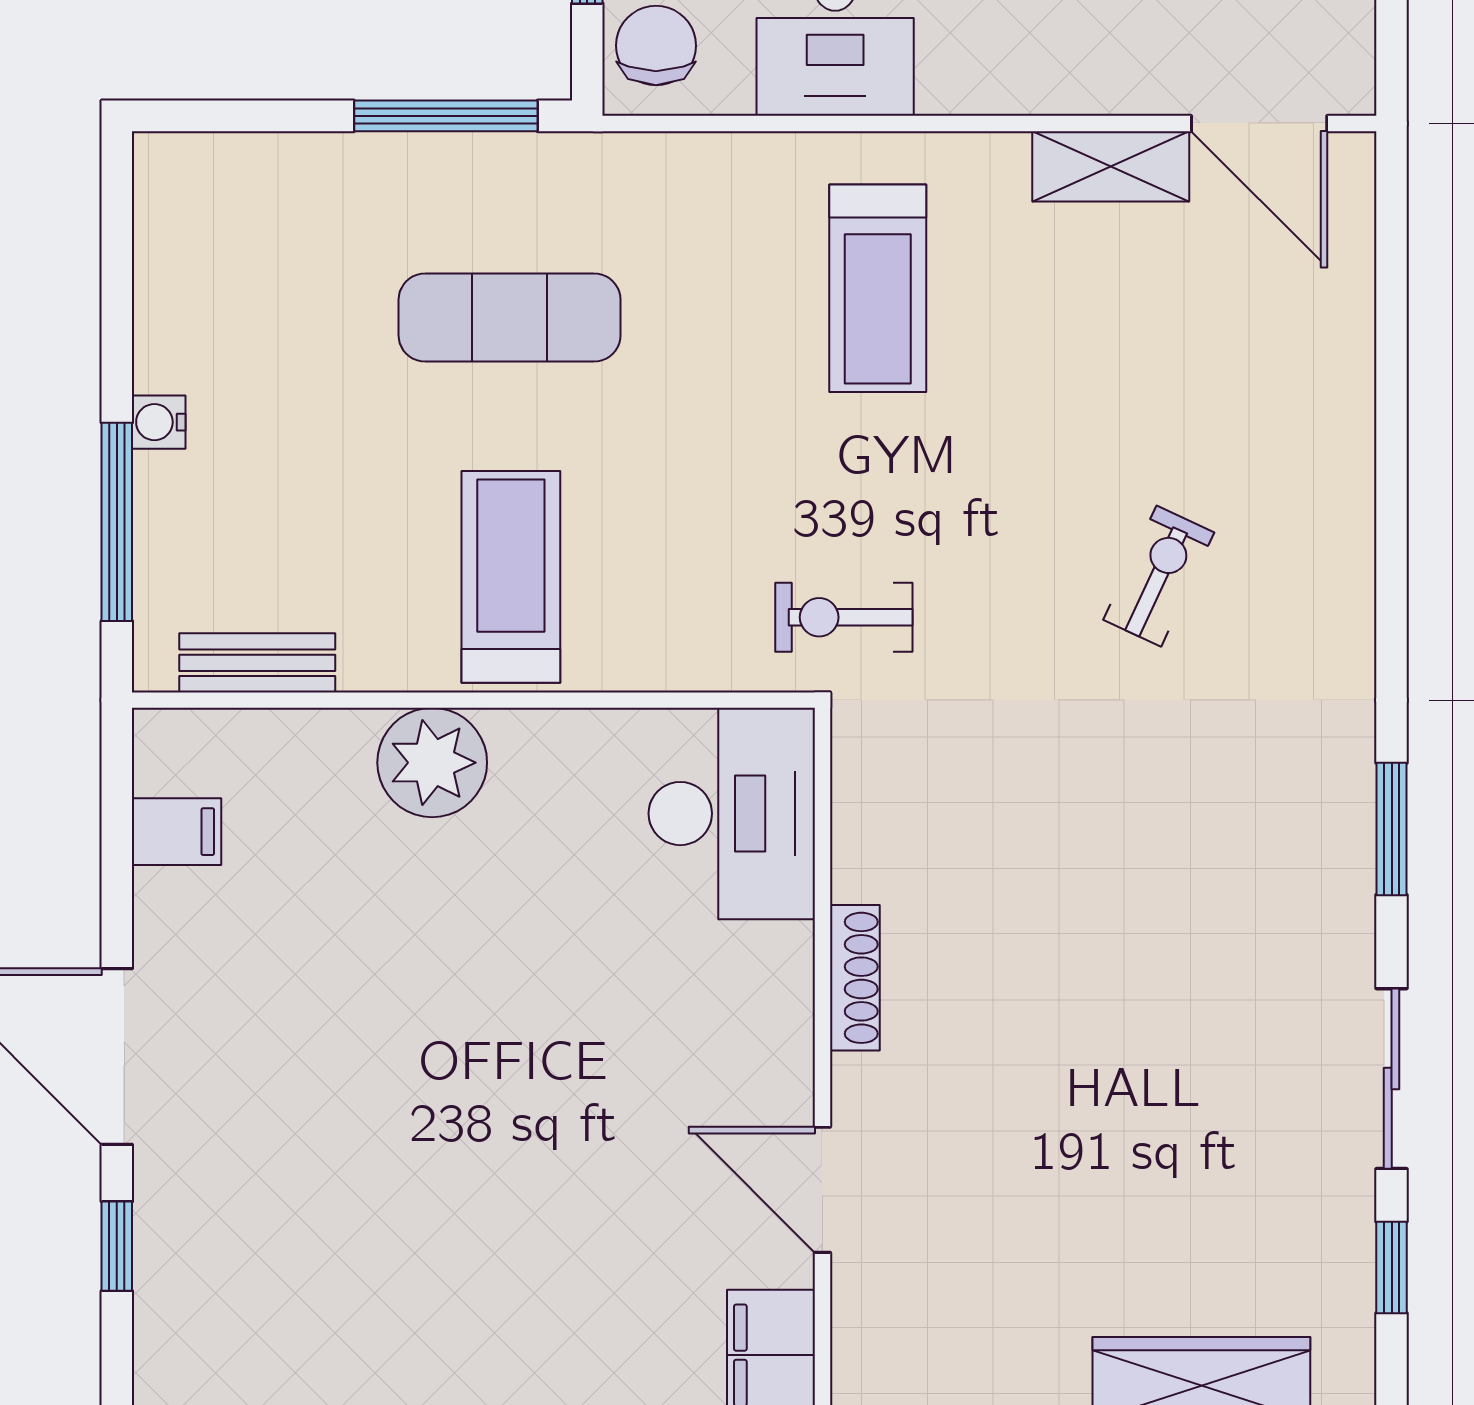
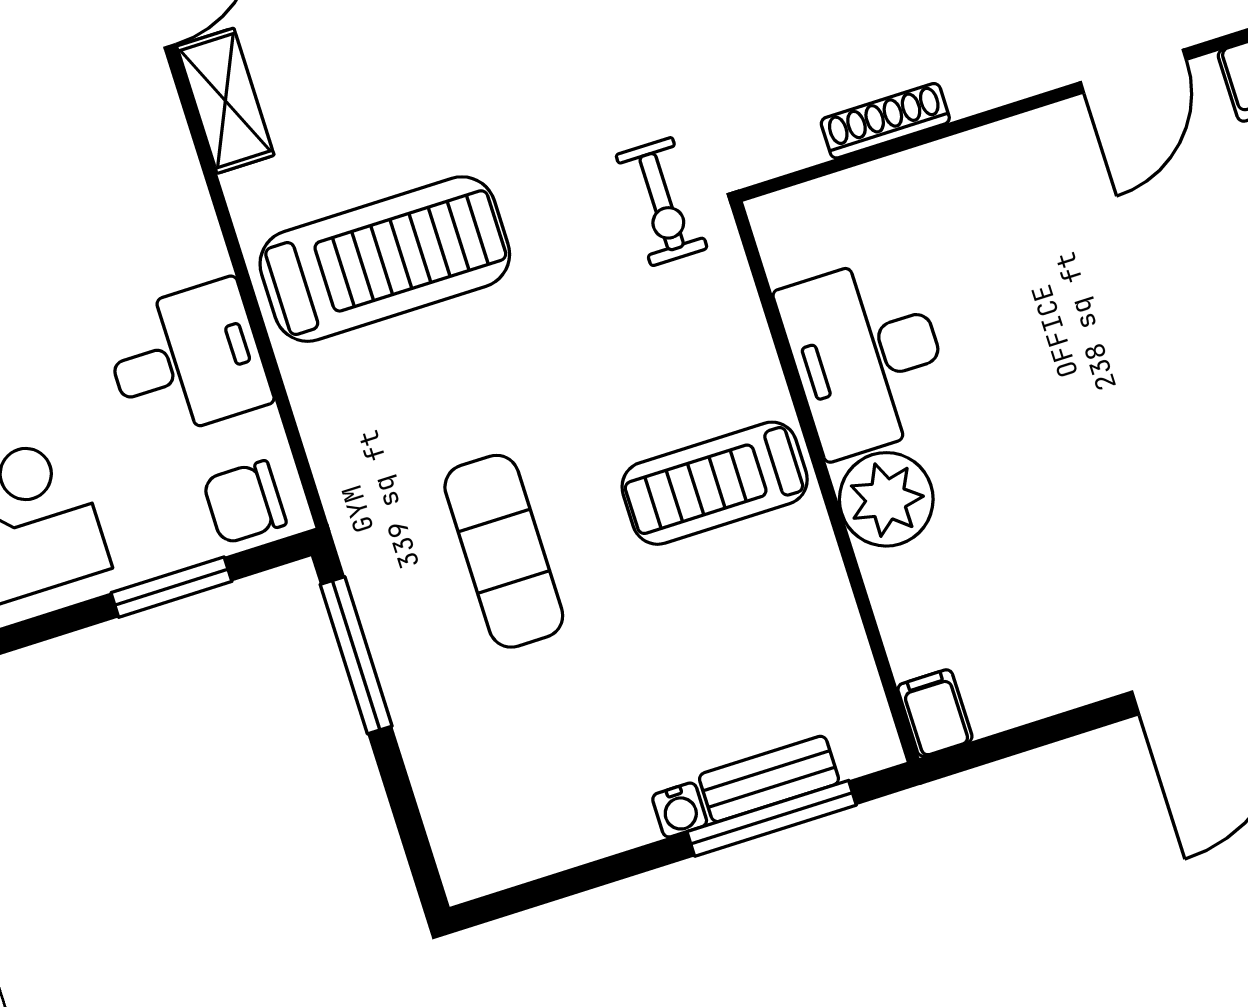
treadmill: (878, 288) -> (385, 259), width x1.37, depth x1.38
bench: (257, 663) -> (769, 779), moved, turned 90
desk: (732, 814) -> (866, 356), moved, turned -90
filing cabinet: (177, 832) -> (935, 713), moved
shoe rack: (855, 978) -> (885, 121), moved

